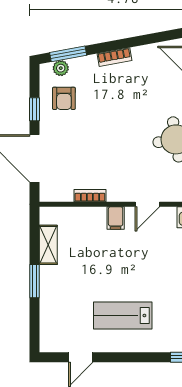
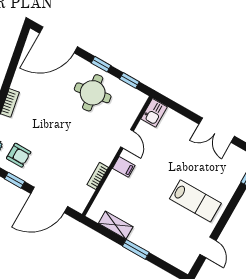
lab bench: (123, 315) -> (195, 201), turned -90

